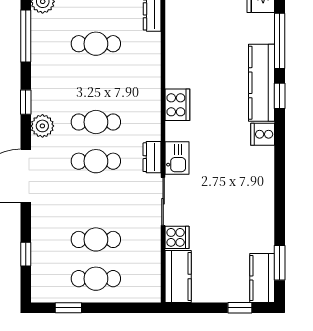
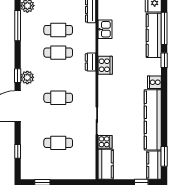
kitchen counter: (262, 83) -> (154, 35), moved
window: (26, 102) -> (18, 76), moved
cafe table: (96, 122) -> (58, 53), moved
dresser: (152, 157) -> (91, 62), moved
kitchen sink: (177, 158) -> (105, 29), moved
kitchen counter: (260, 199) -> (153, 120), added
cafe table: (96, 279) -> (58, 166), removed

